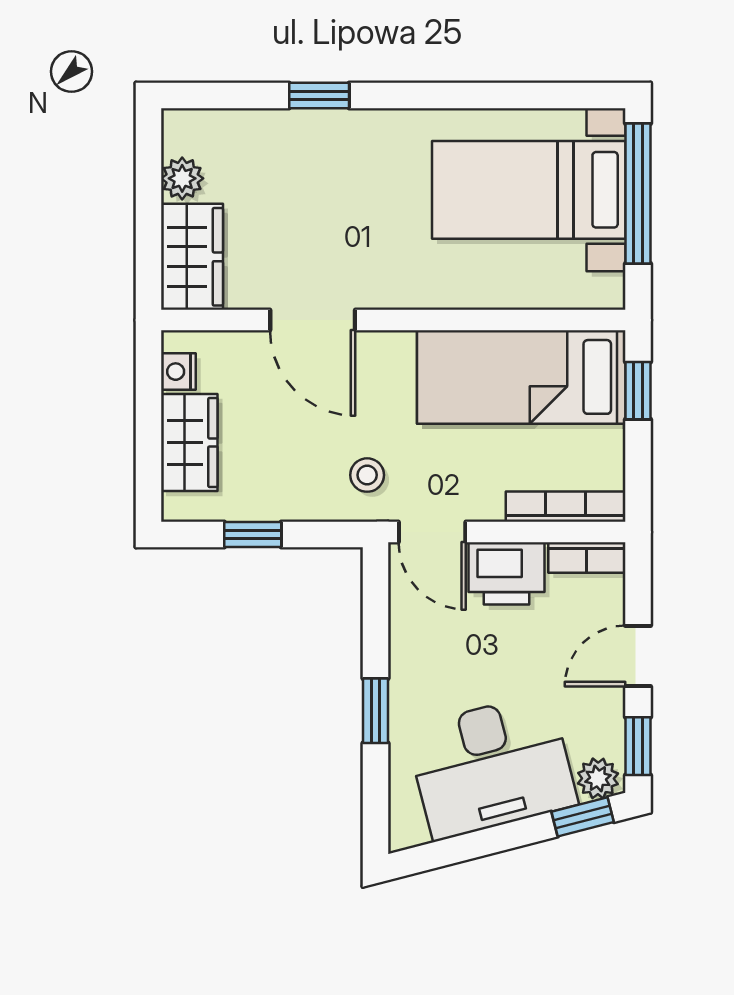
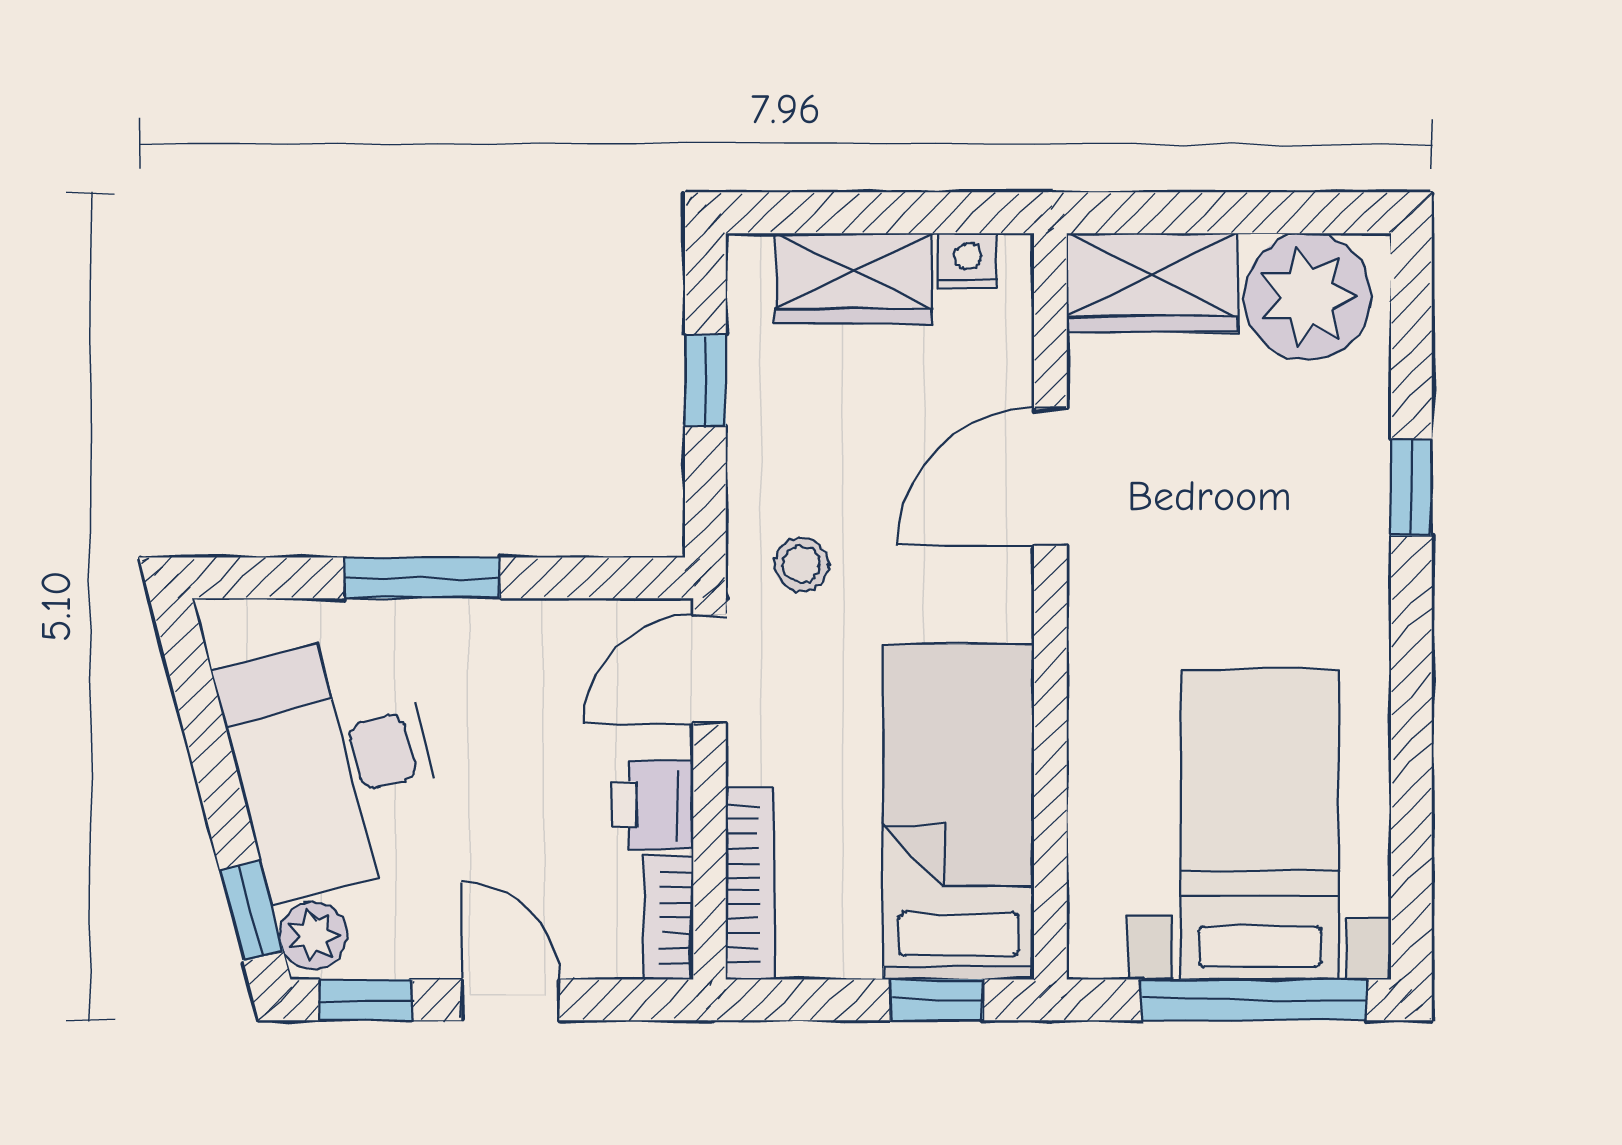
plant: (182, 178) -> (1308, 297), width x1.88, depth x1.88
printer: (507, 573) -> (653, 805), width x0.73, depth x0.81
window: (376, 711) -> (422, 578), width x1.50

